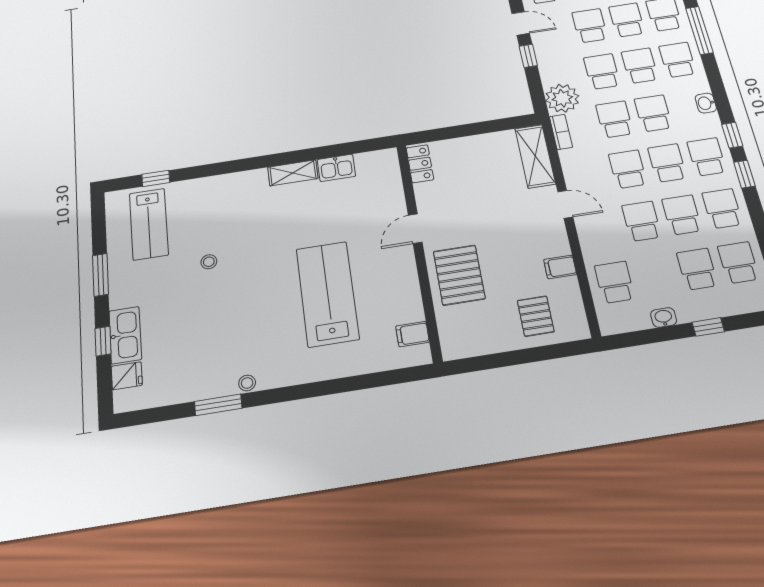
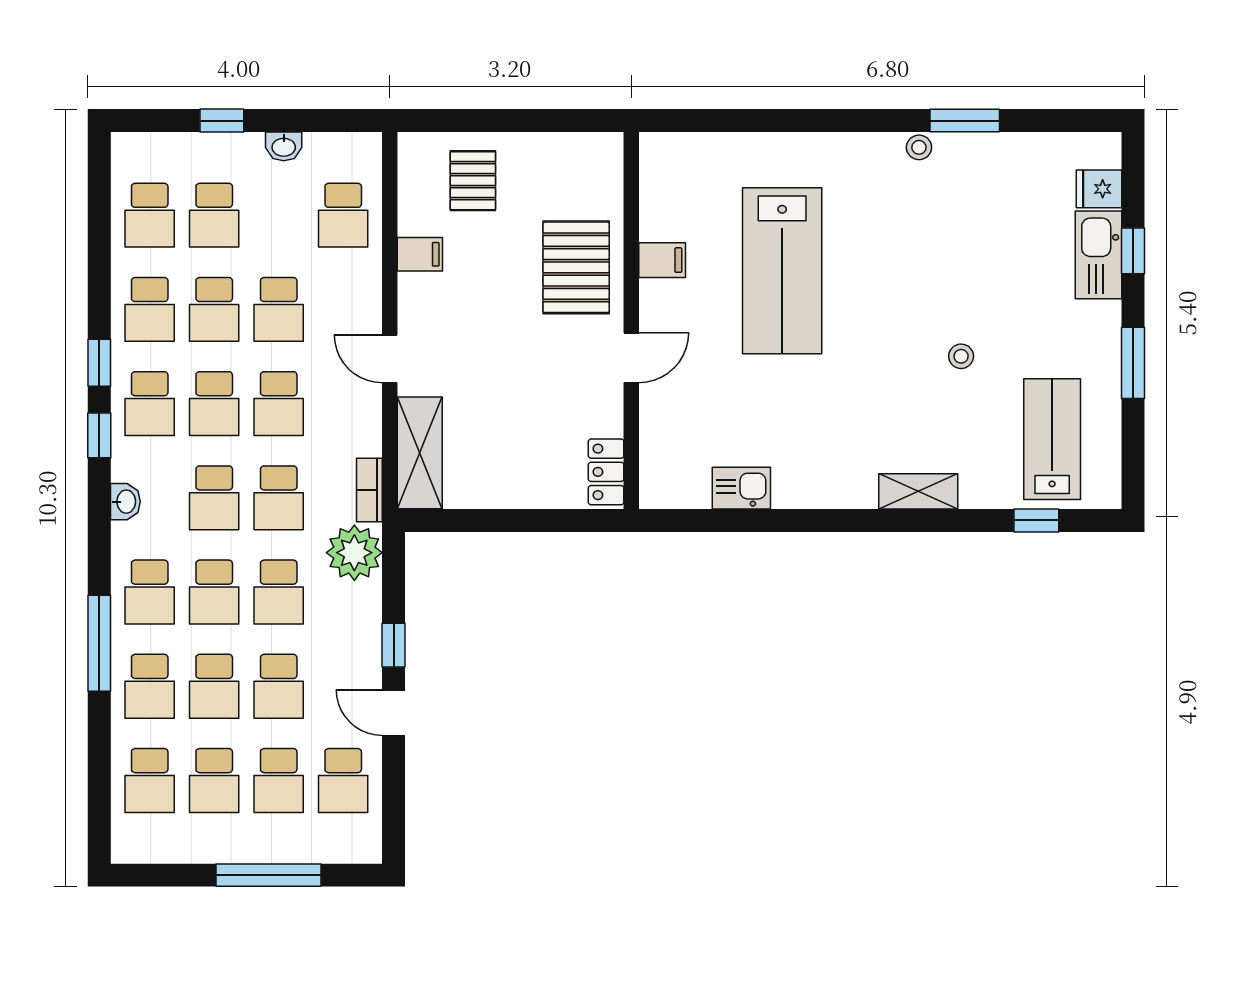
shelving: (293, 173) -> (918, 491), moved
filing cabinet: (413, 334) -> (662, 260), moved

